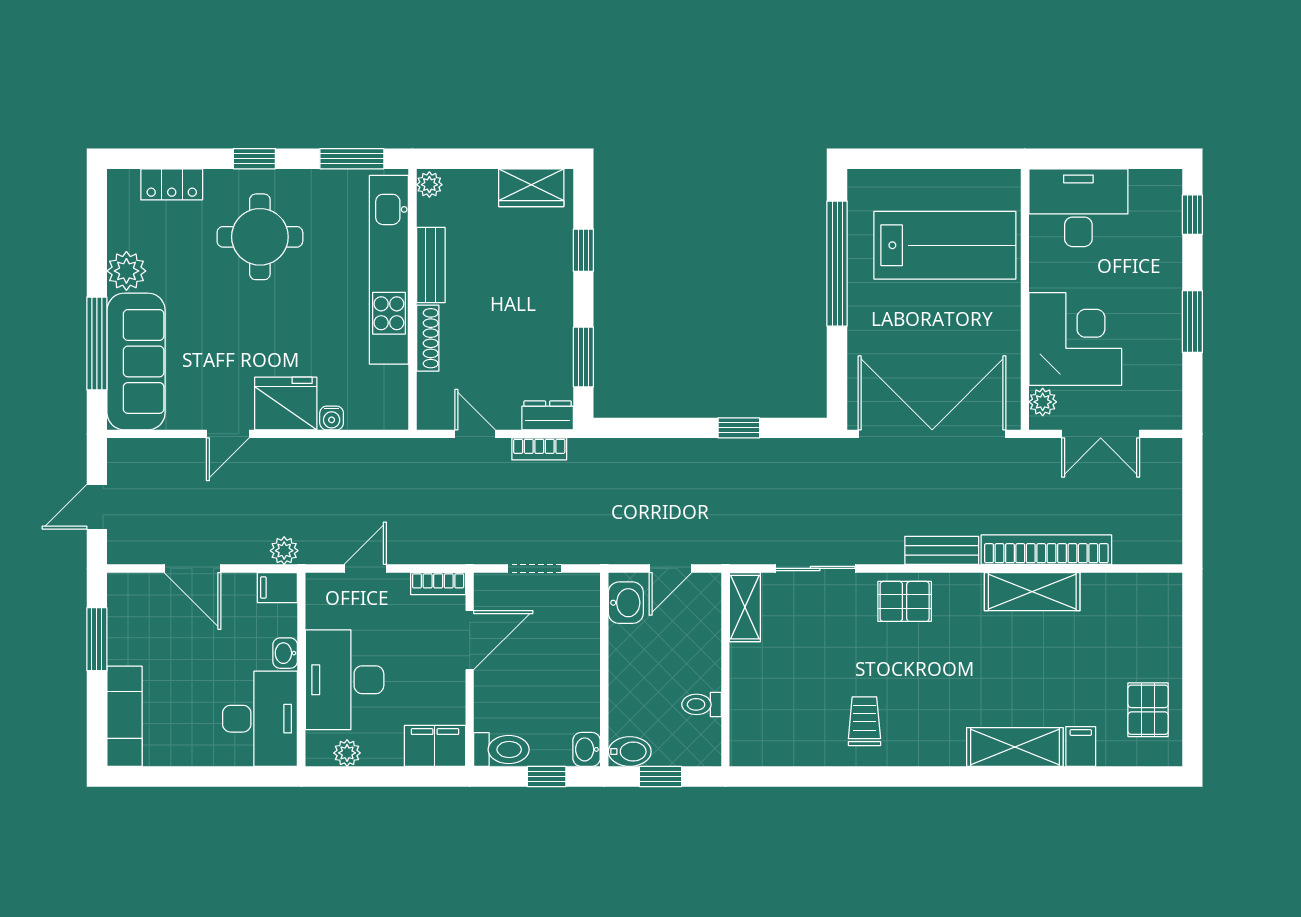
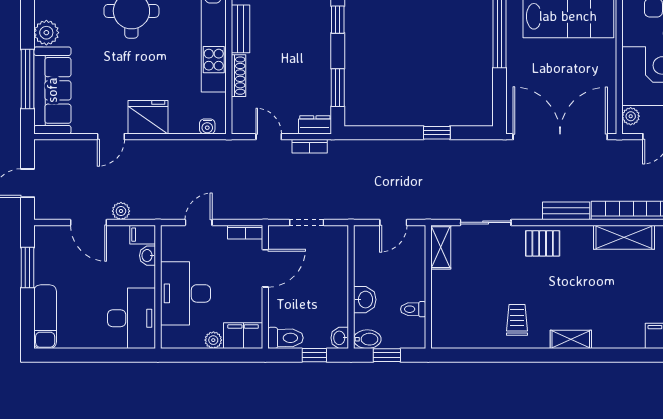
water cooler: (332, 418) -> (207, 126), moved
plant: (284, 551) -> (121, 211), moved
washbasin: (626, 603) -> (365, 300), moved
washbasin: (285, 653) -> (148, 256), moved
shelving: (1015, 747) -> (571, 339), moved, width x0.67, depth x0.75
plant: (347, 753) -> (213, 340), moved

